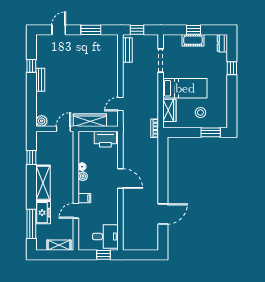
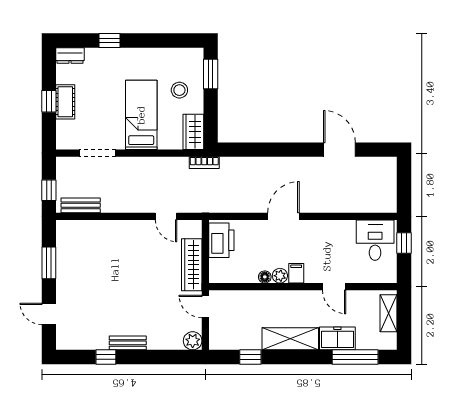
wardrobe: (169, 110) -> (193, 132), moved, turned -90
filing cabinet: (84, 198) -> (296, 273), moved

